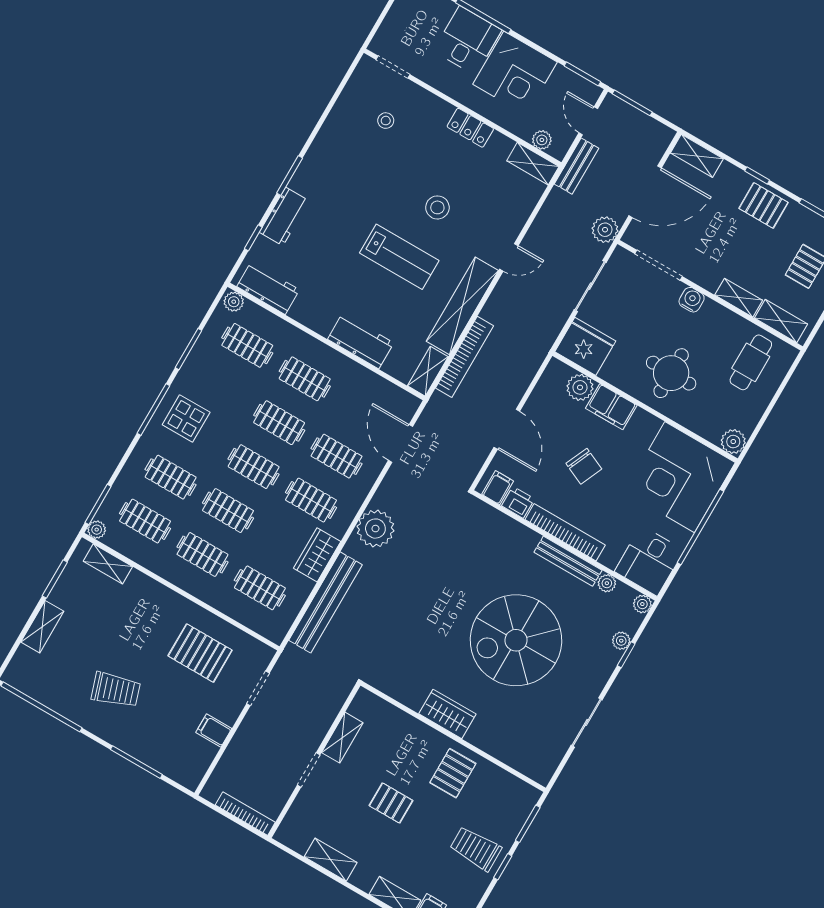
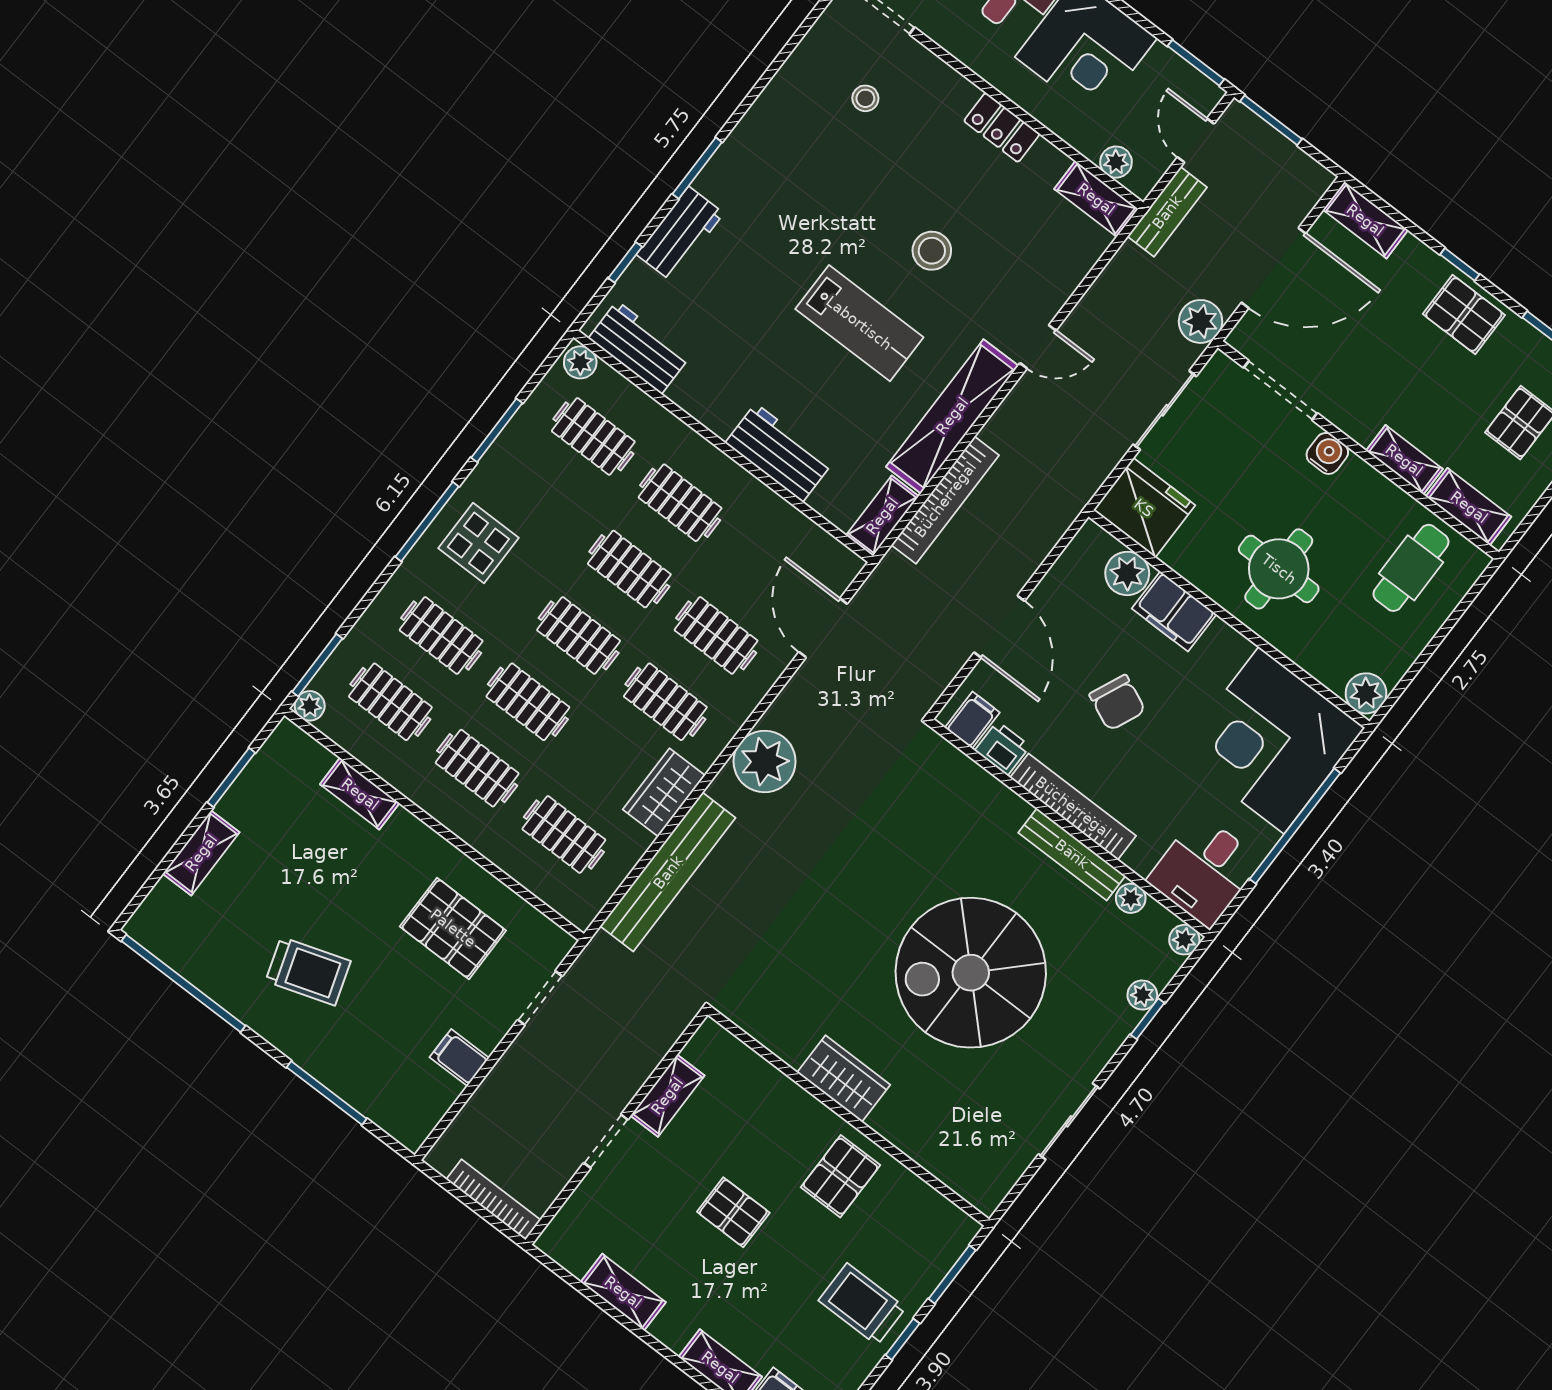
shelving: (108, 564) -> (360, 794), moved

